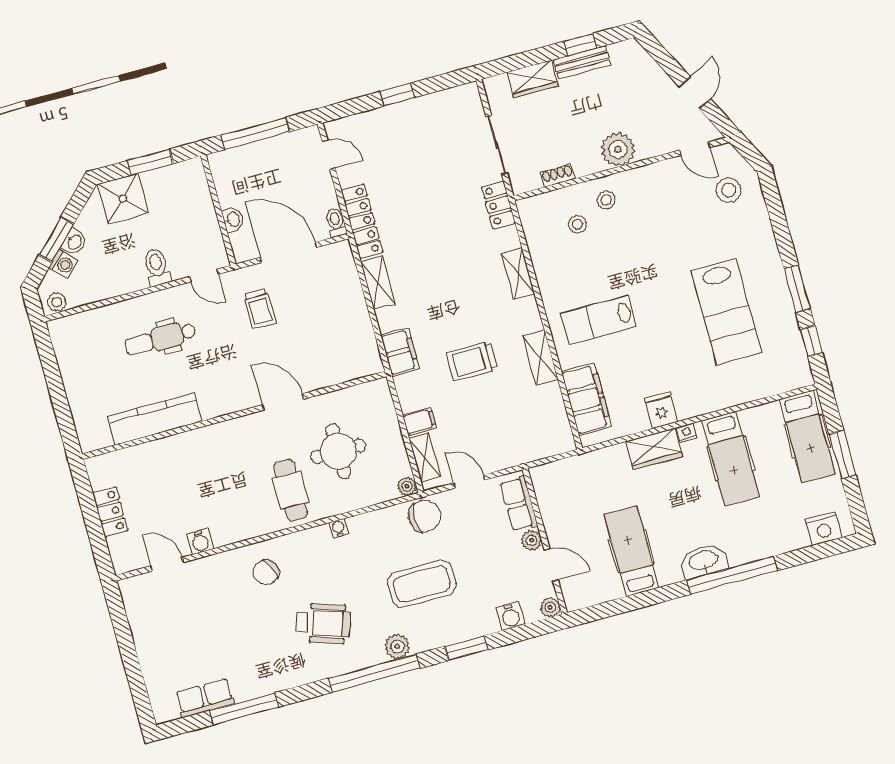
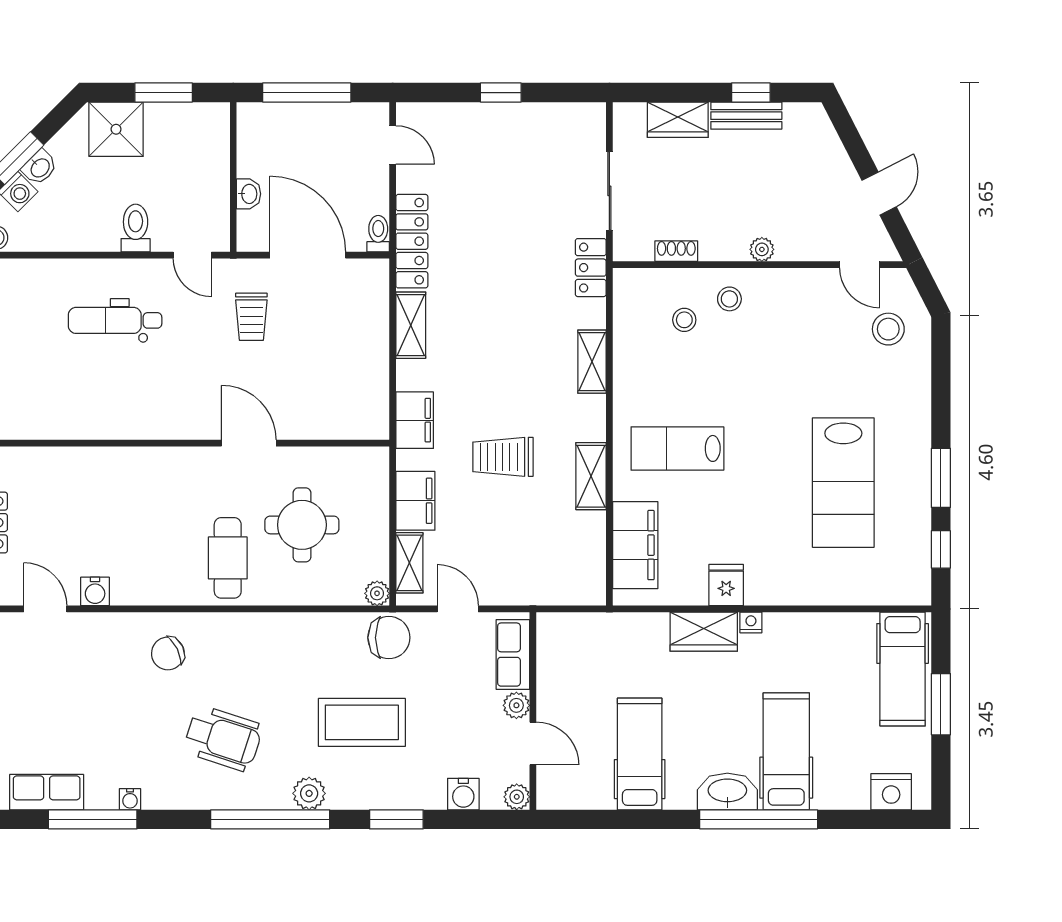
plant: (618, 149) -> (762, 249), width x0.53, depth x0.53
kitchen counter: (155, 419) -> (80, 420), removed
filing cabinet: (420, 422) -> (415, 501), width x2.00
hospital bed: (731, 459) -> (786, 751), moved, turned 180
water cooler: (339, 528) -> (130, 799), moved, turned 180

